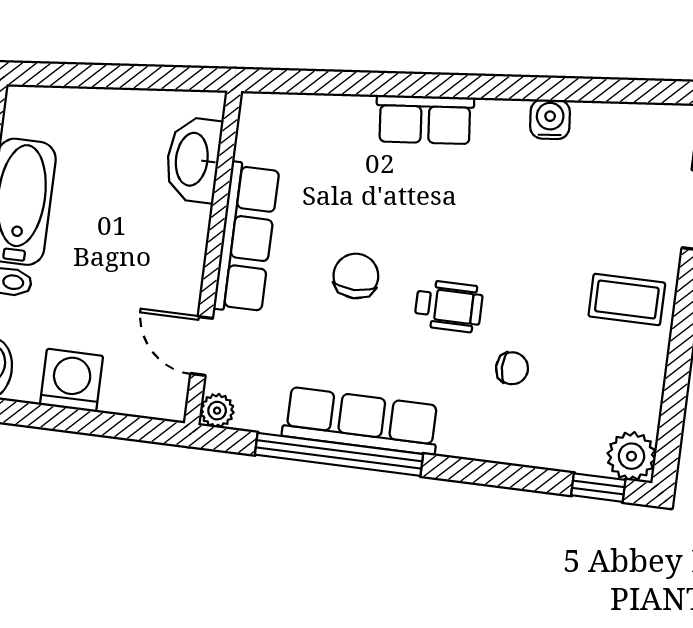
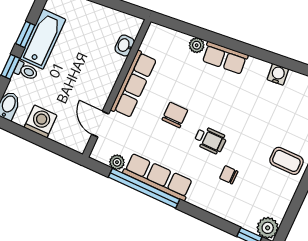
plant: (356, 111) -> (197, 45), added
washbasin: (193, 159) -> (125, 45), width x0.52, depth x0.69
chair: (512, 368) -> (229, 175), turned 180
plant: (217, 411) -> (117, 162), moved

